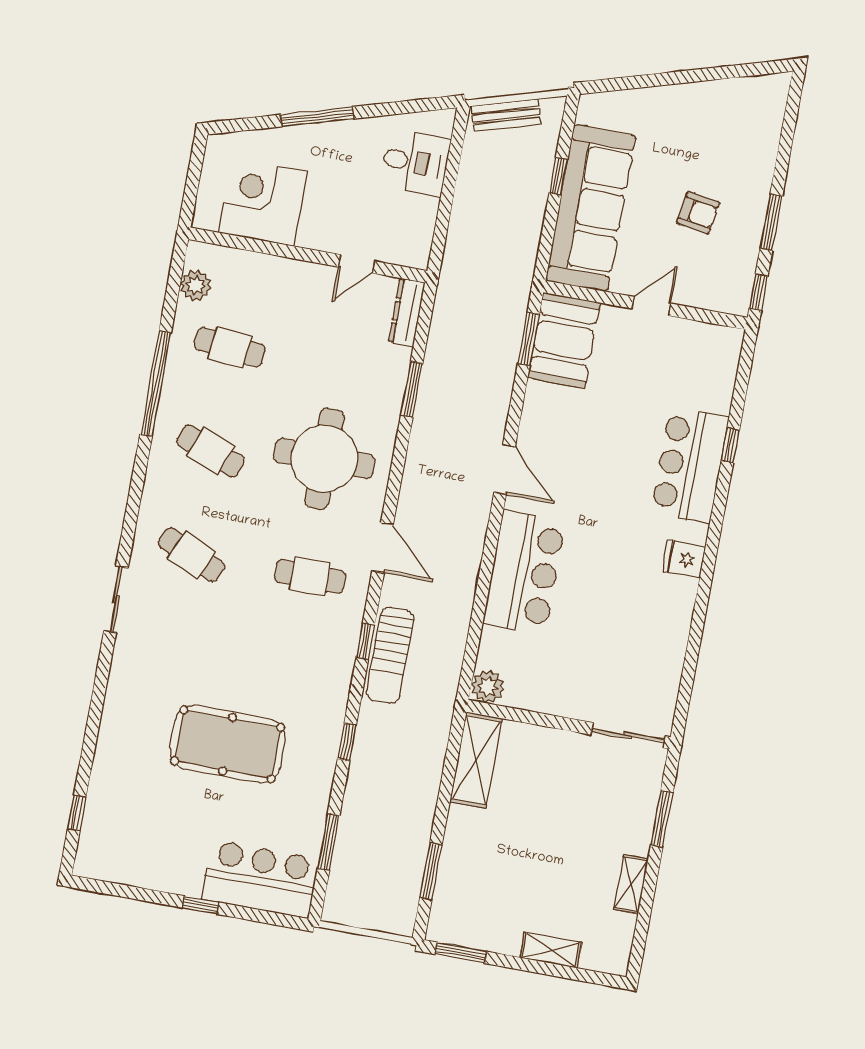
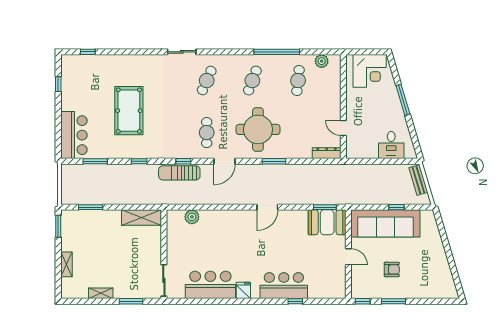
corner desk: (263, 202) -> (370, 71), moved, turned 90
armchair: (698, 213) -> (392, 269), turned -99
window: (412, 389) -> (274, 161), moved
bar counter: (524, 572) -> (210, 285), moved, turned 180
plant: (488, 687) -> (192, 217), moved
window: (201, 905) -> (58, 84), moved

